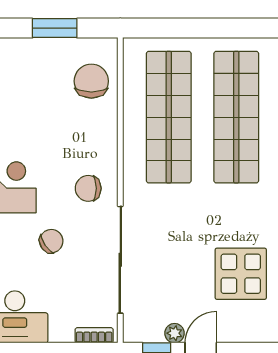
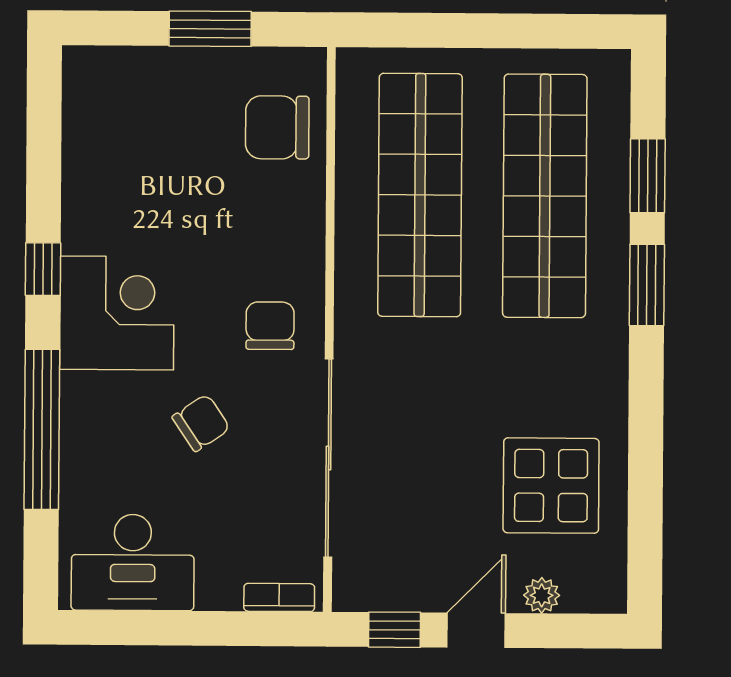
chair: (91, 81) -> (277, 127), turned -90
chair: (88, 188) -> (270, 326), turned 90
plant: (174, 333) -> (542, 595), moved

